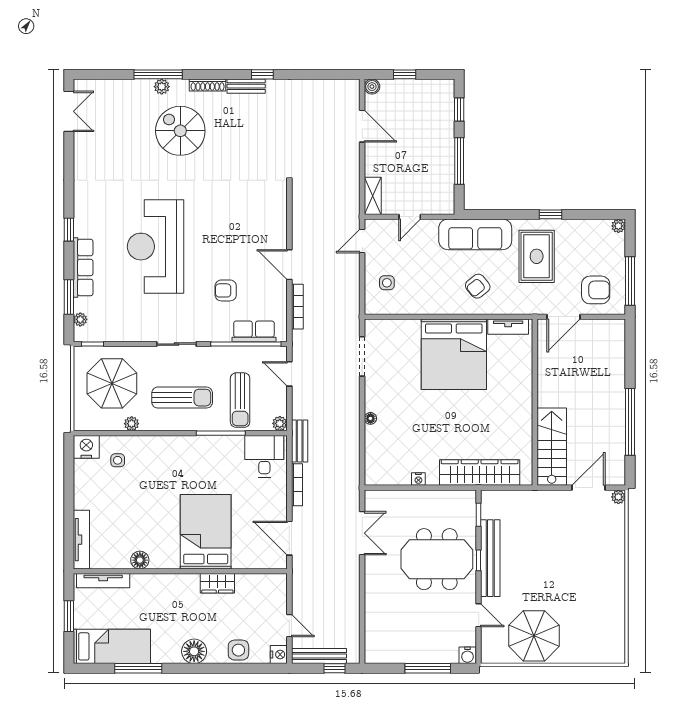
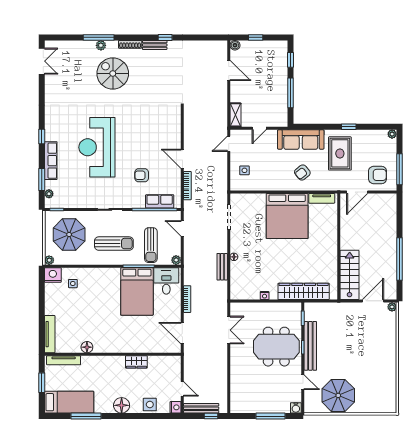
plant: (132, 424) -> (49, 260), moved
bench: (300, 441) -> (222, 267), moved
bed: (206, 532) -> (137, 291), moved, turned 180

